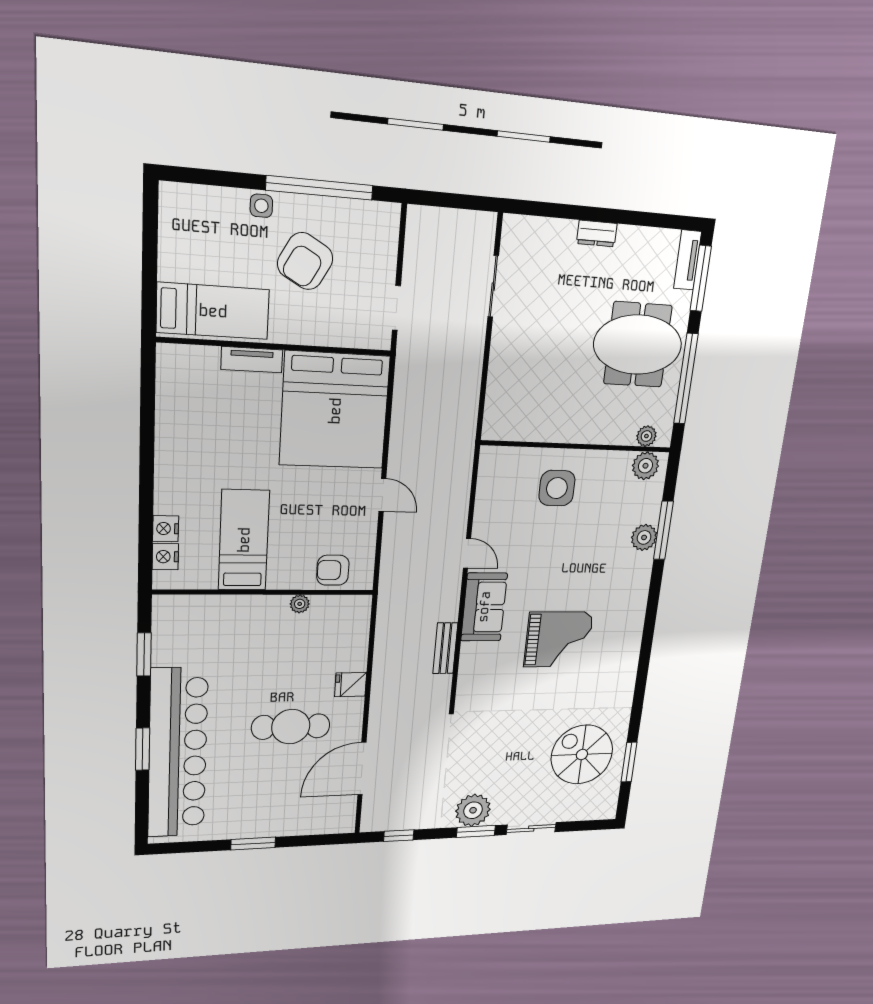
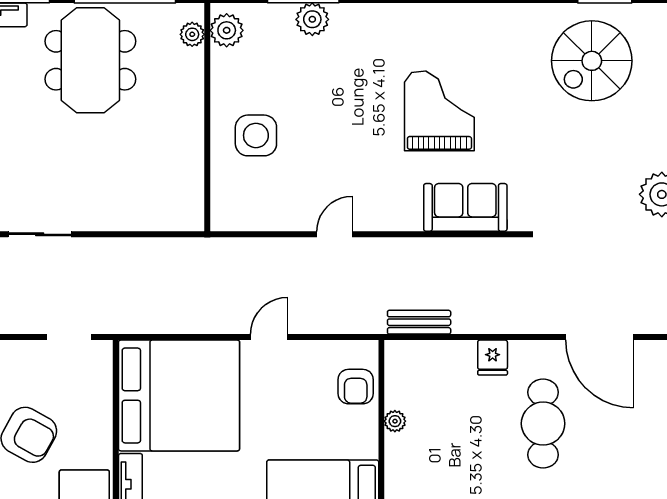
sofa: (484, 607) -> (465, 207), moved
bench: (445, 648) -> (419, 322), moved

